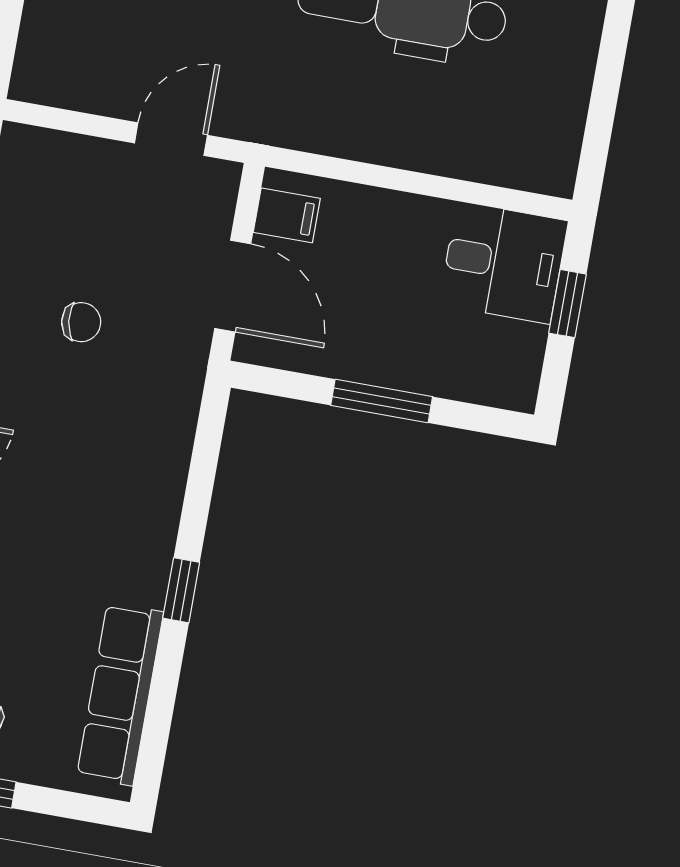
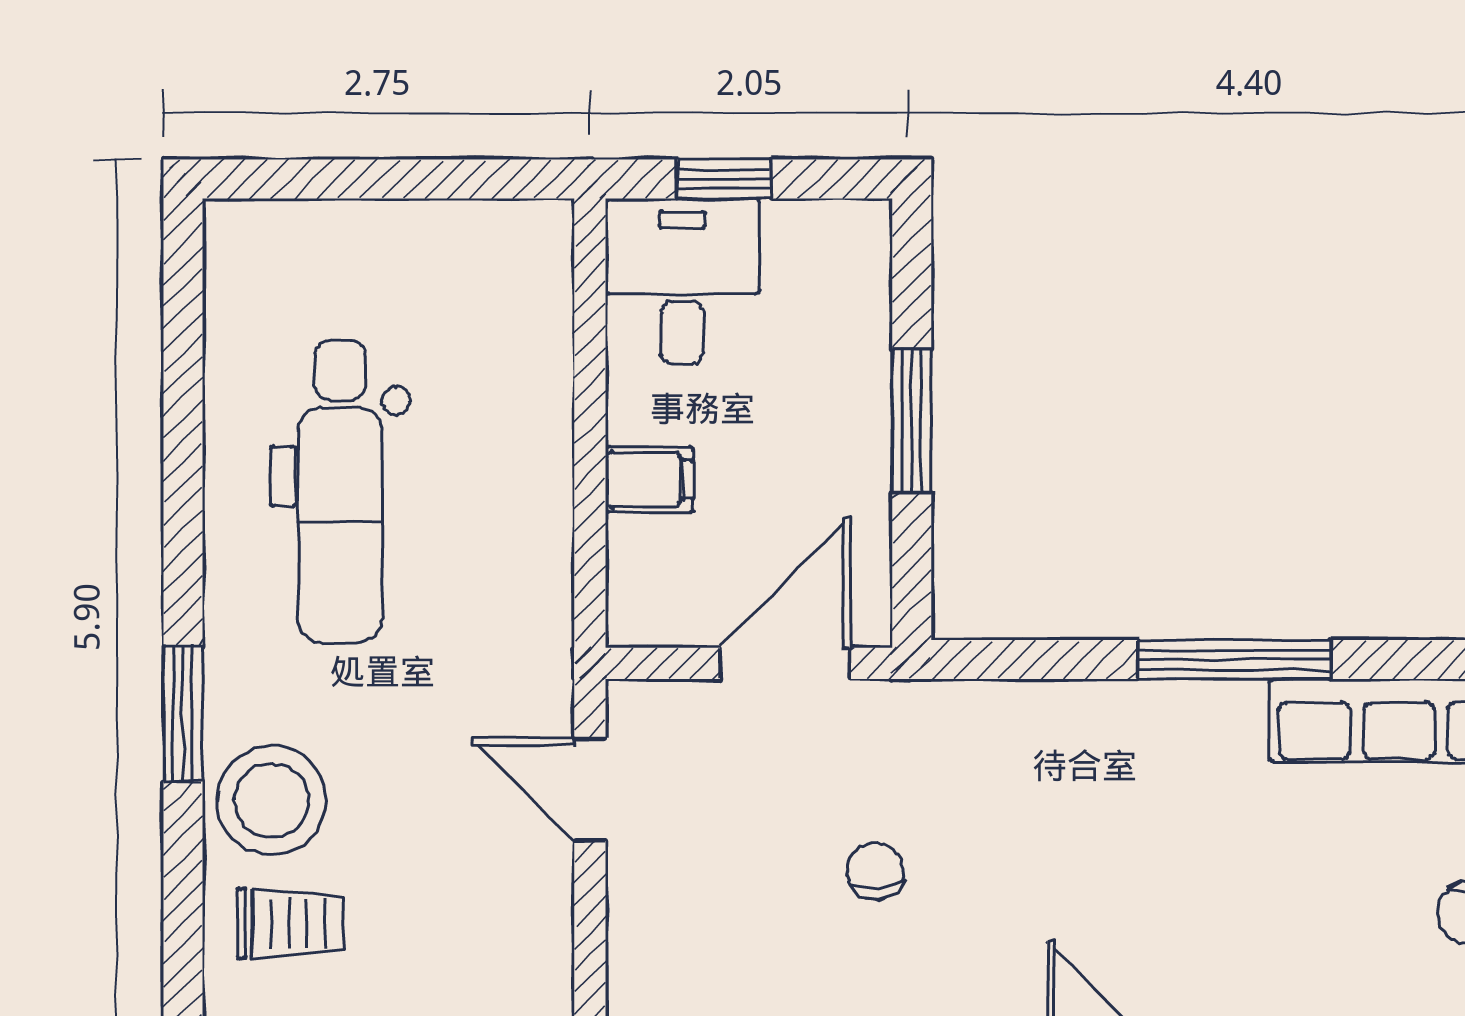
filing cabinet: (287, 215) -> (649, 480), moved, turned 90
window: (181, 590) -> (1234, 660), width x2.17

